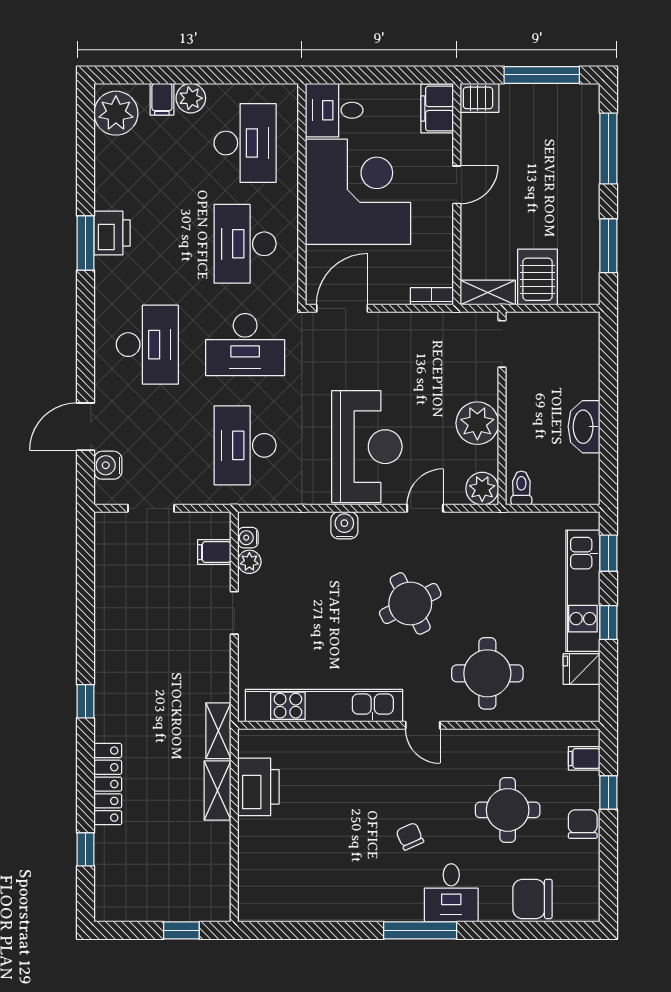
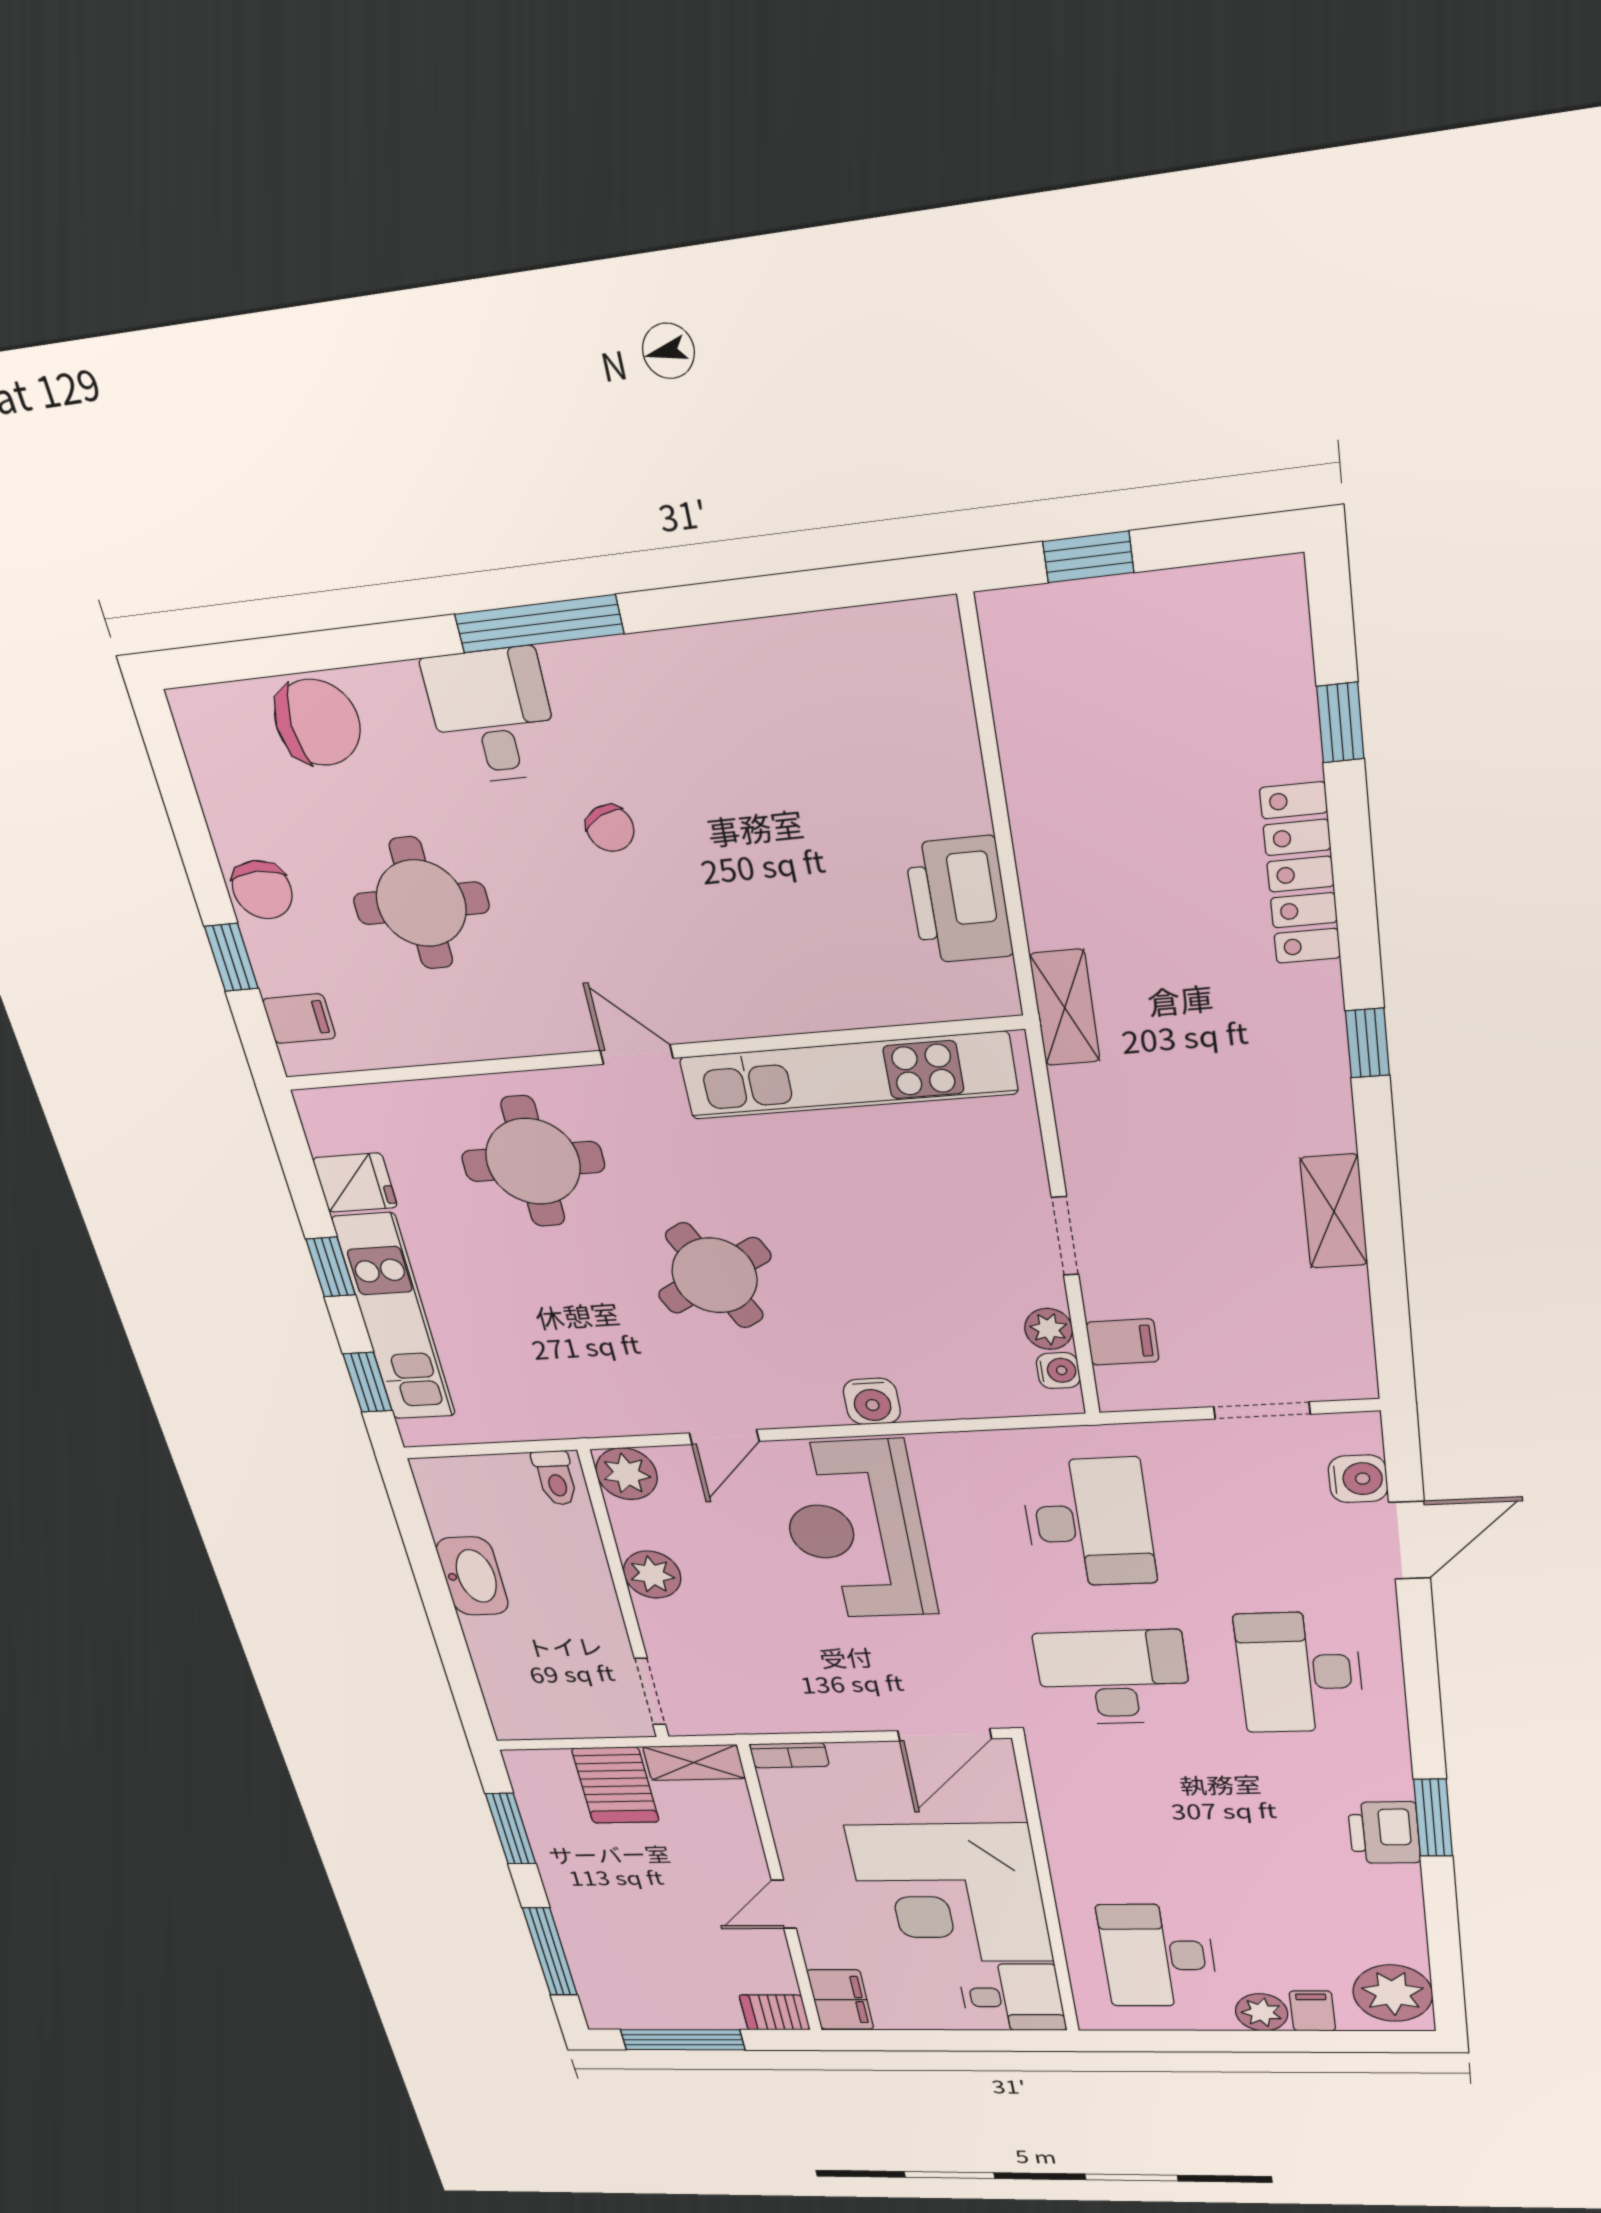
desk: (245, 244) -> (1136, 1821), removed
plant: (477, 423) -> (652, 1575), width x0.73, depth x0.73
shelving: (218, 790) -> (1334, 1211), moved

